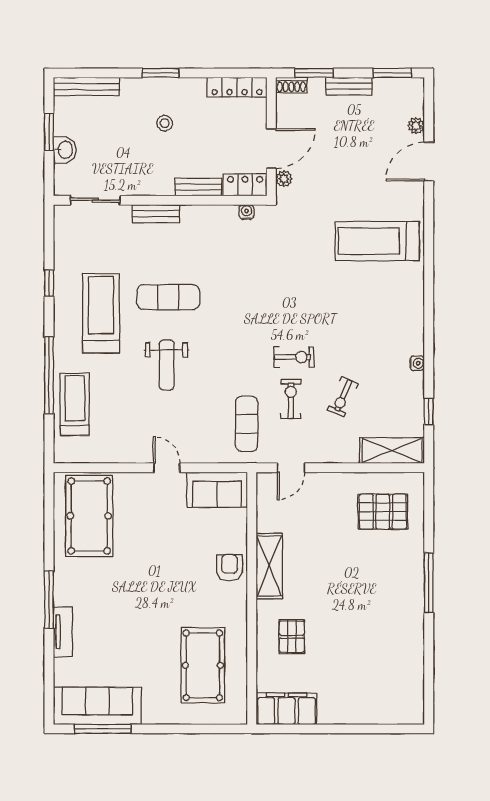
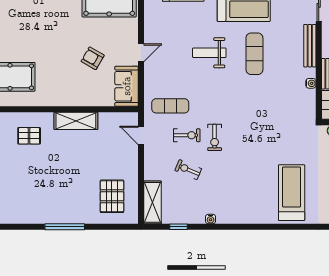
water cooler: (247, 212) -> (311, 83), moved
bench: (156, 214) -> (310, 46), width x1.36
armchair: (229, 568) -> (93, 58), moved, turned -150

